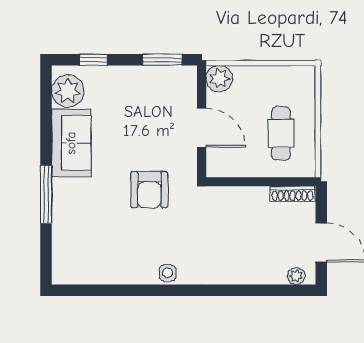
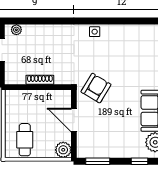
cafe table: (281, 133) -> (25, 140), moved
armchair: (149, 190) -> (96, 88), moved, turned 31
shoe rack: (293, 194) -> (40, 80), moved

